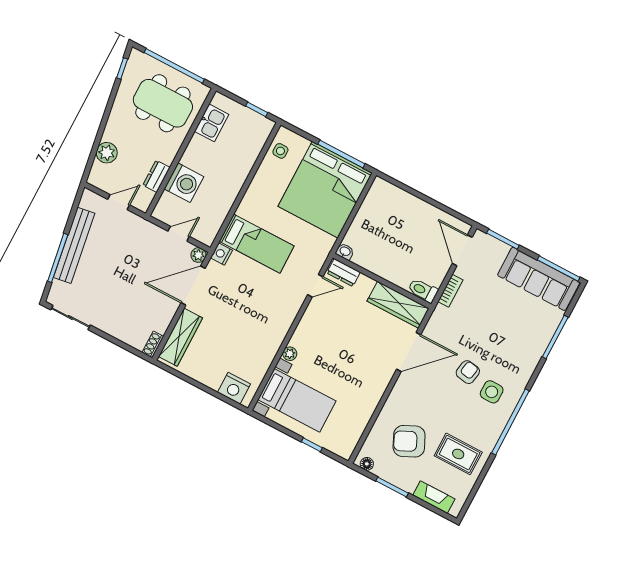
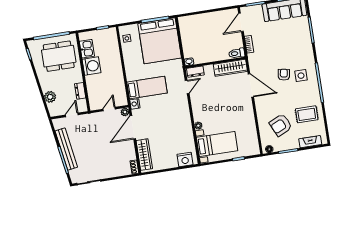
washing machine: (184, 183) -> (92, 66), moved
door: (462, 250) -> (241, 22), hinge flipped
door: (409, 352) -> (251, 85), hinge flipped

